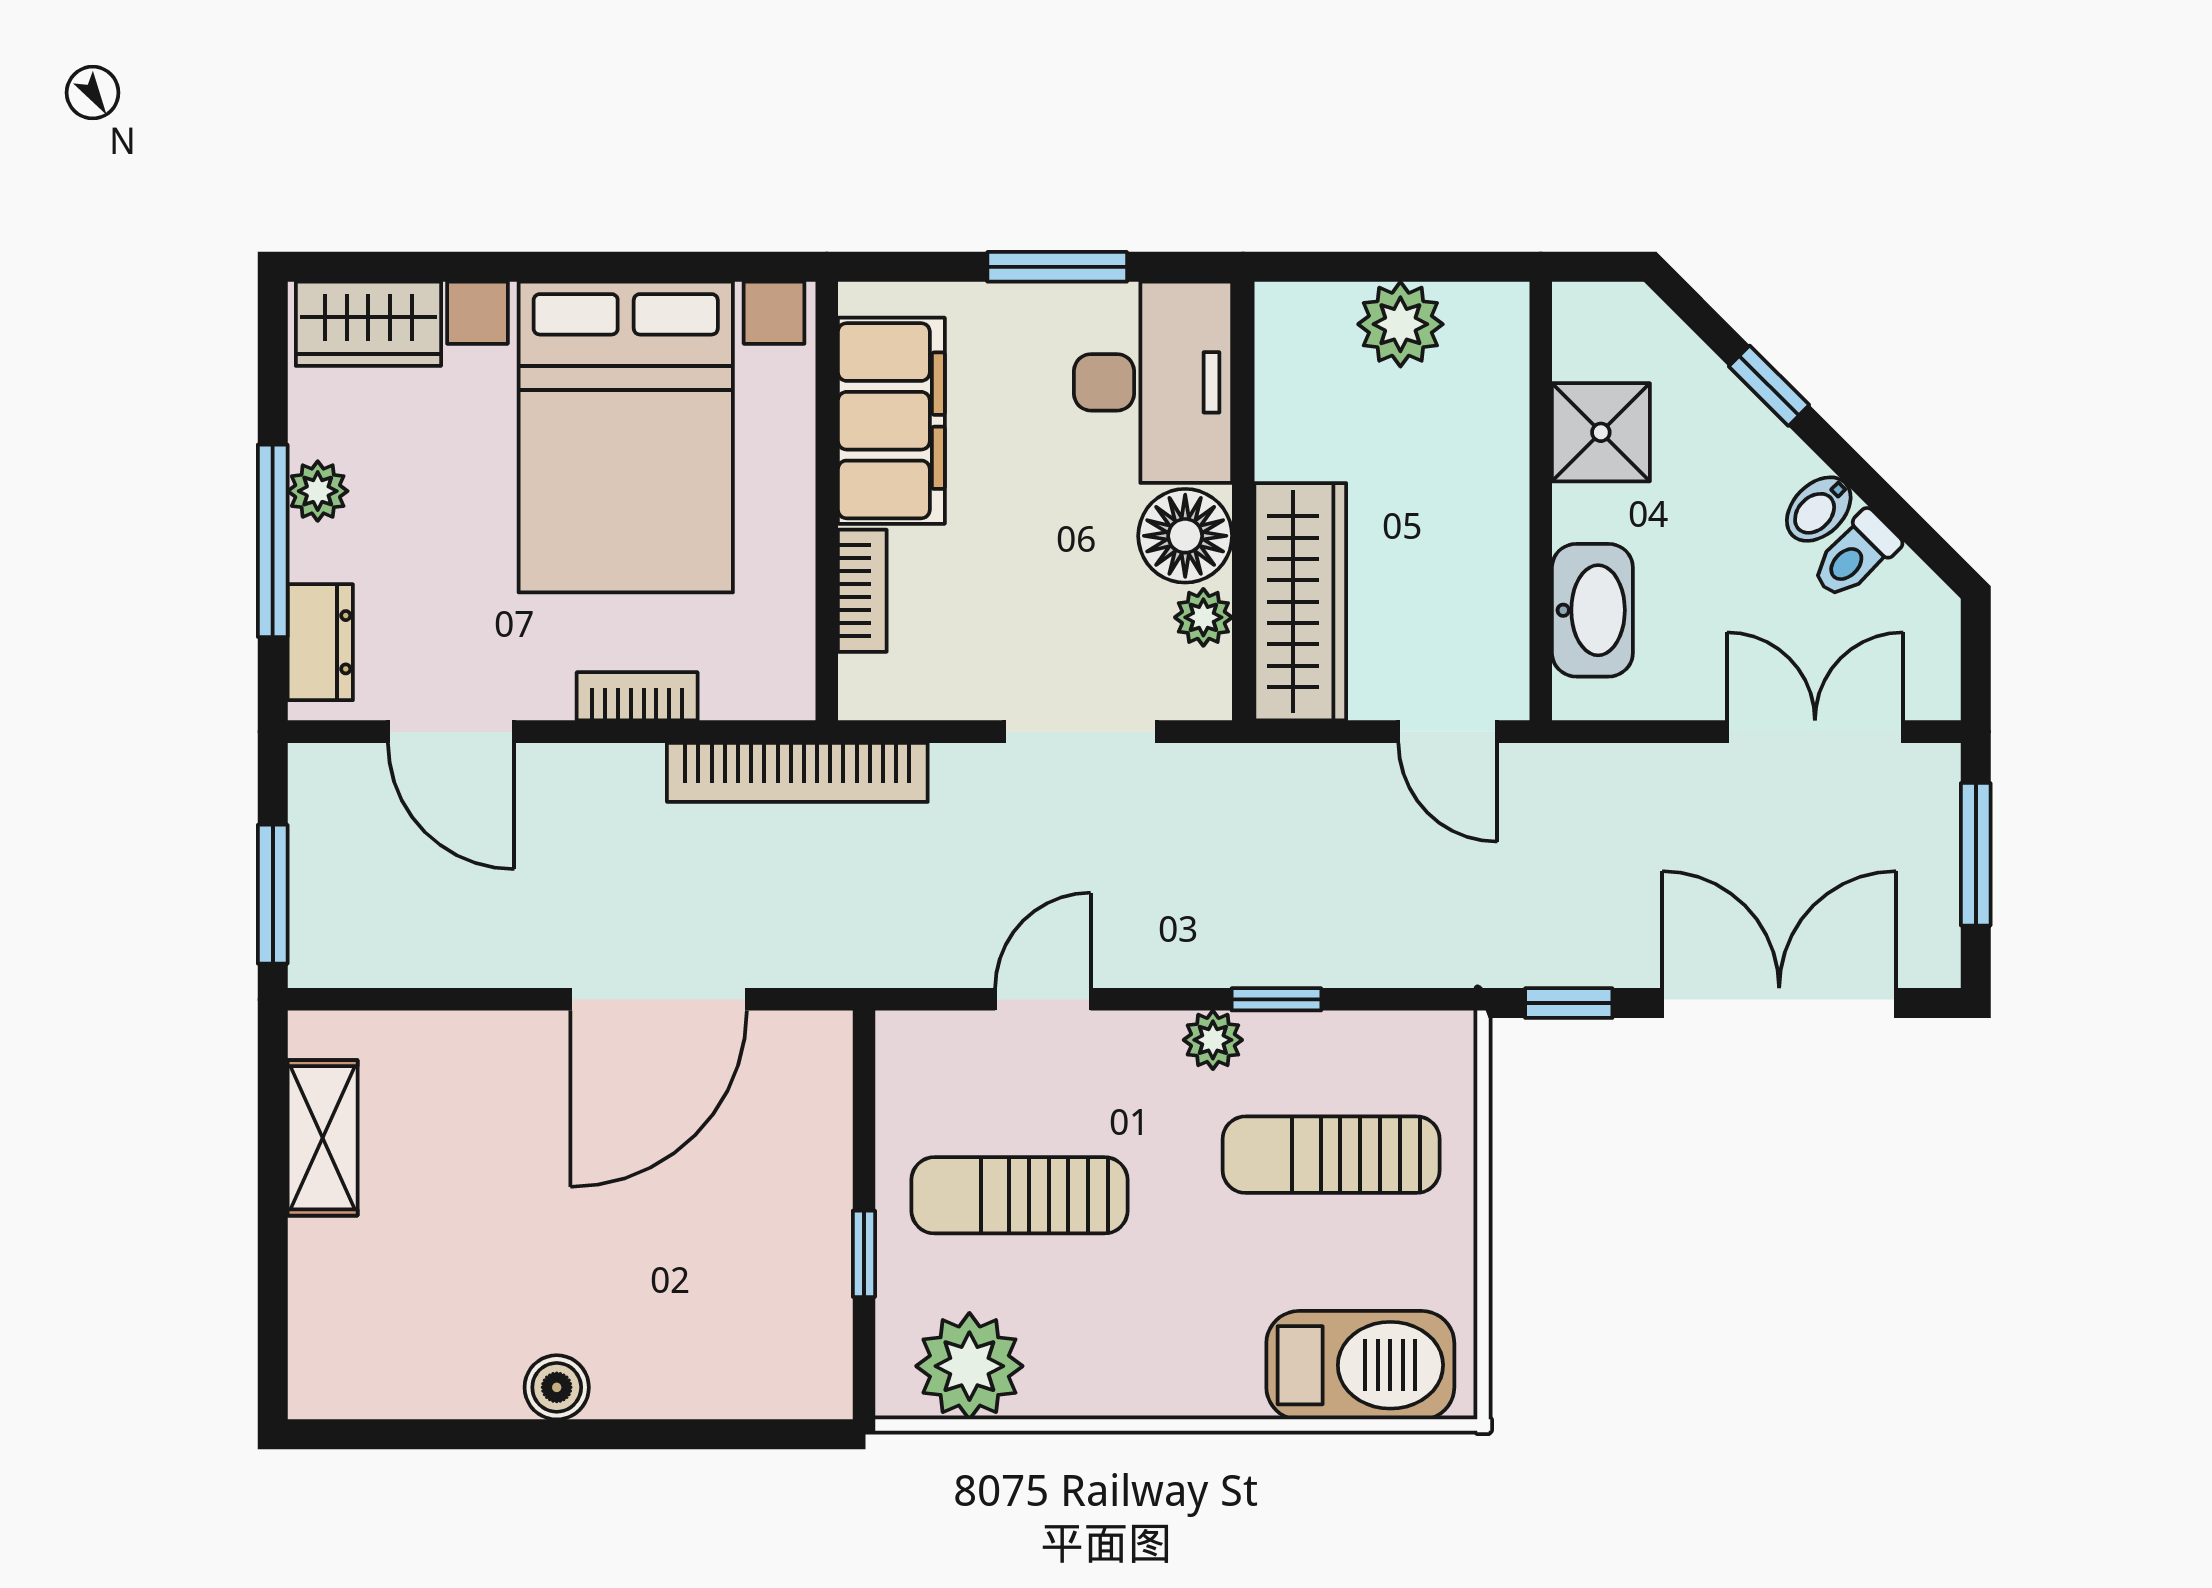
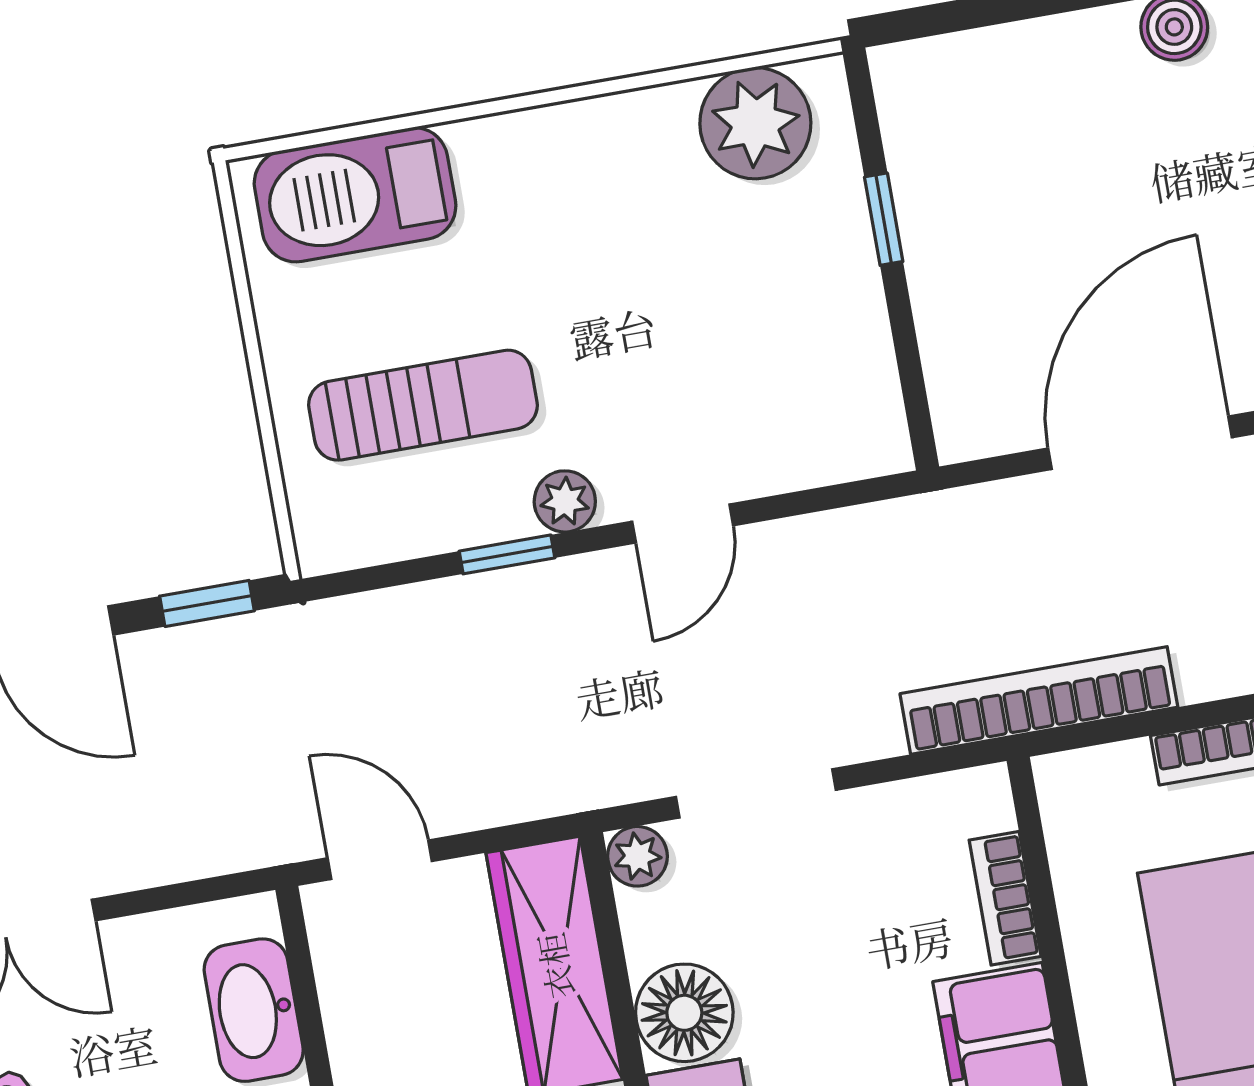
plant: (1203, 617) -> (637, 856), moved
door: (1043, 999) -> (683, 523), moved
sun lounger: (1019, 1195) -> (735, 307), removed

